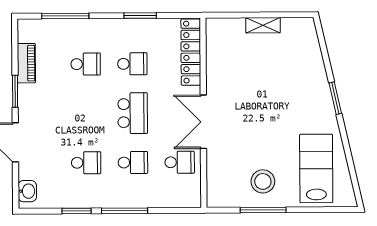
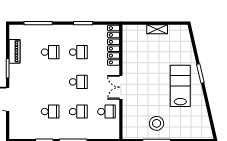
school desk: (133, 113) -> (78, 82), width x0.54
double door: (203, 122) -> (121, 87), width x0.73
lab bench: (316, 168) -> (180, 86), moved
washbasin: (27, 191) -> (15, 128), removed

